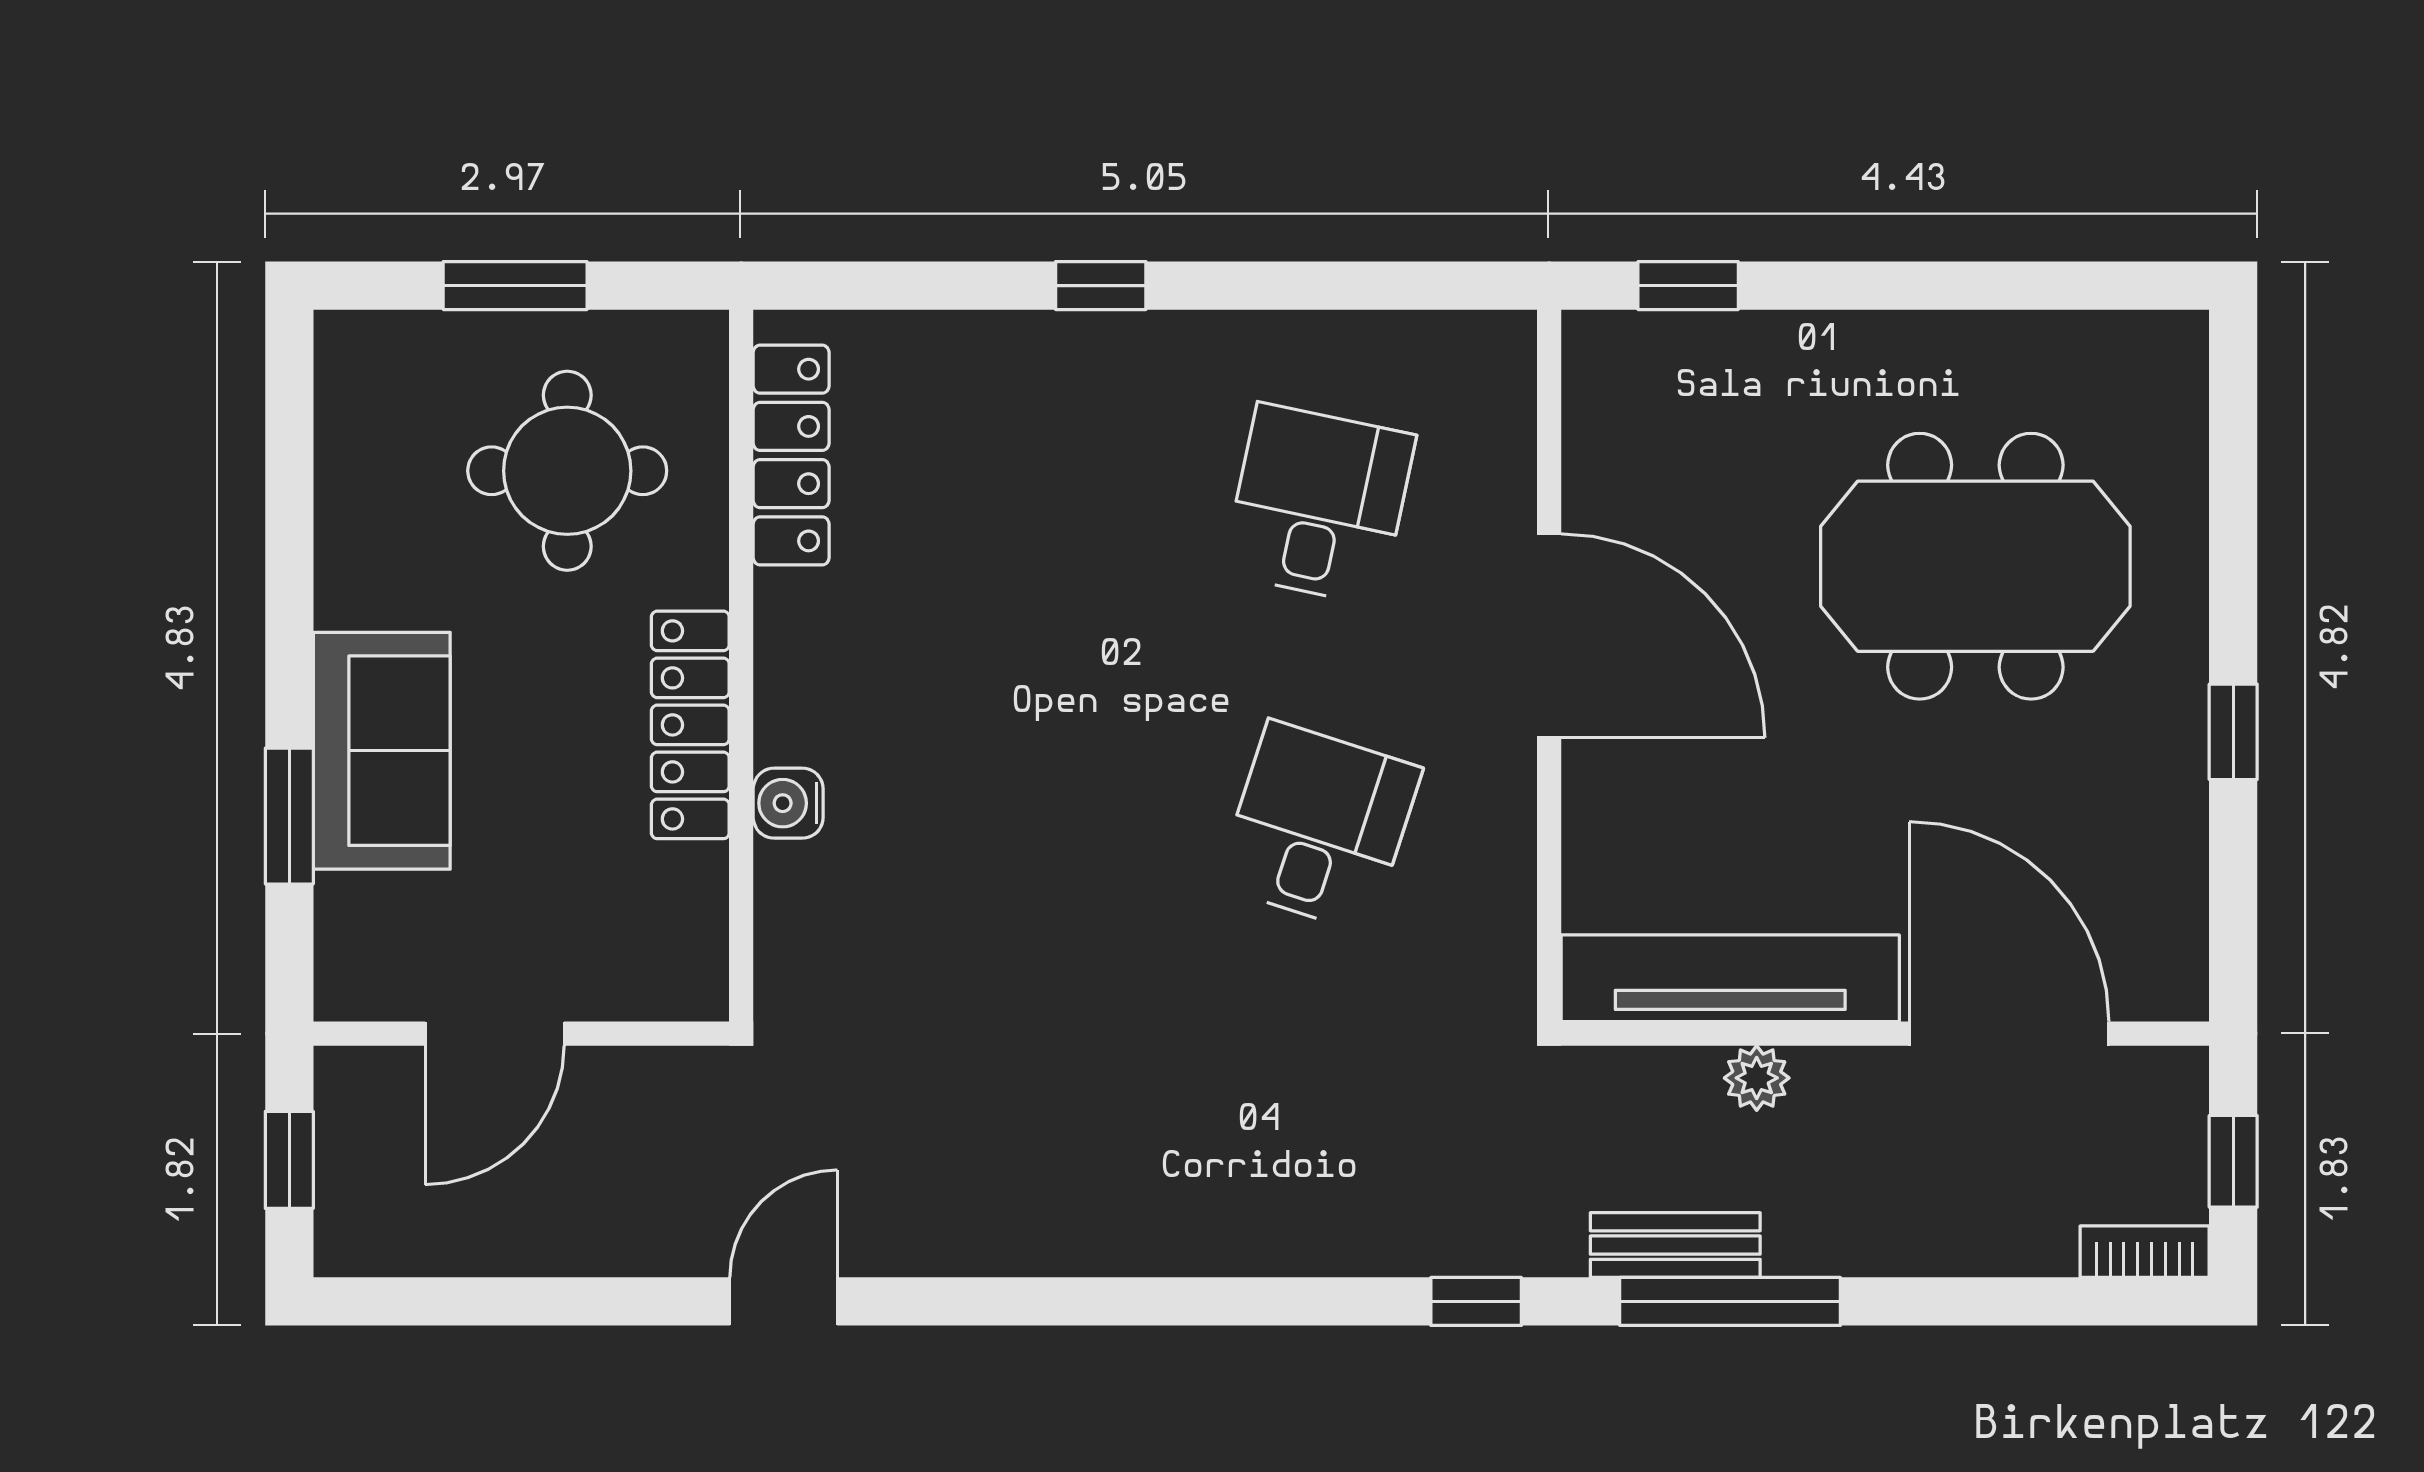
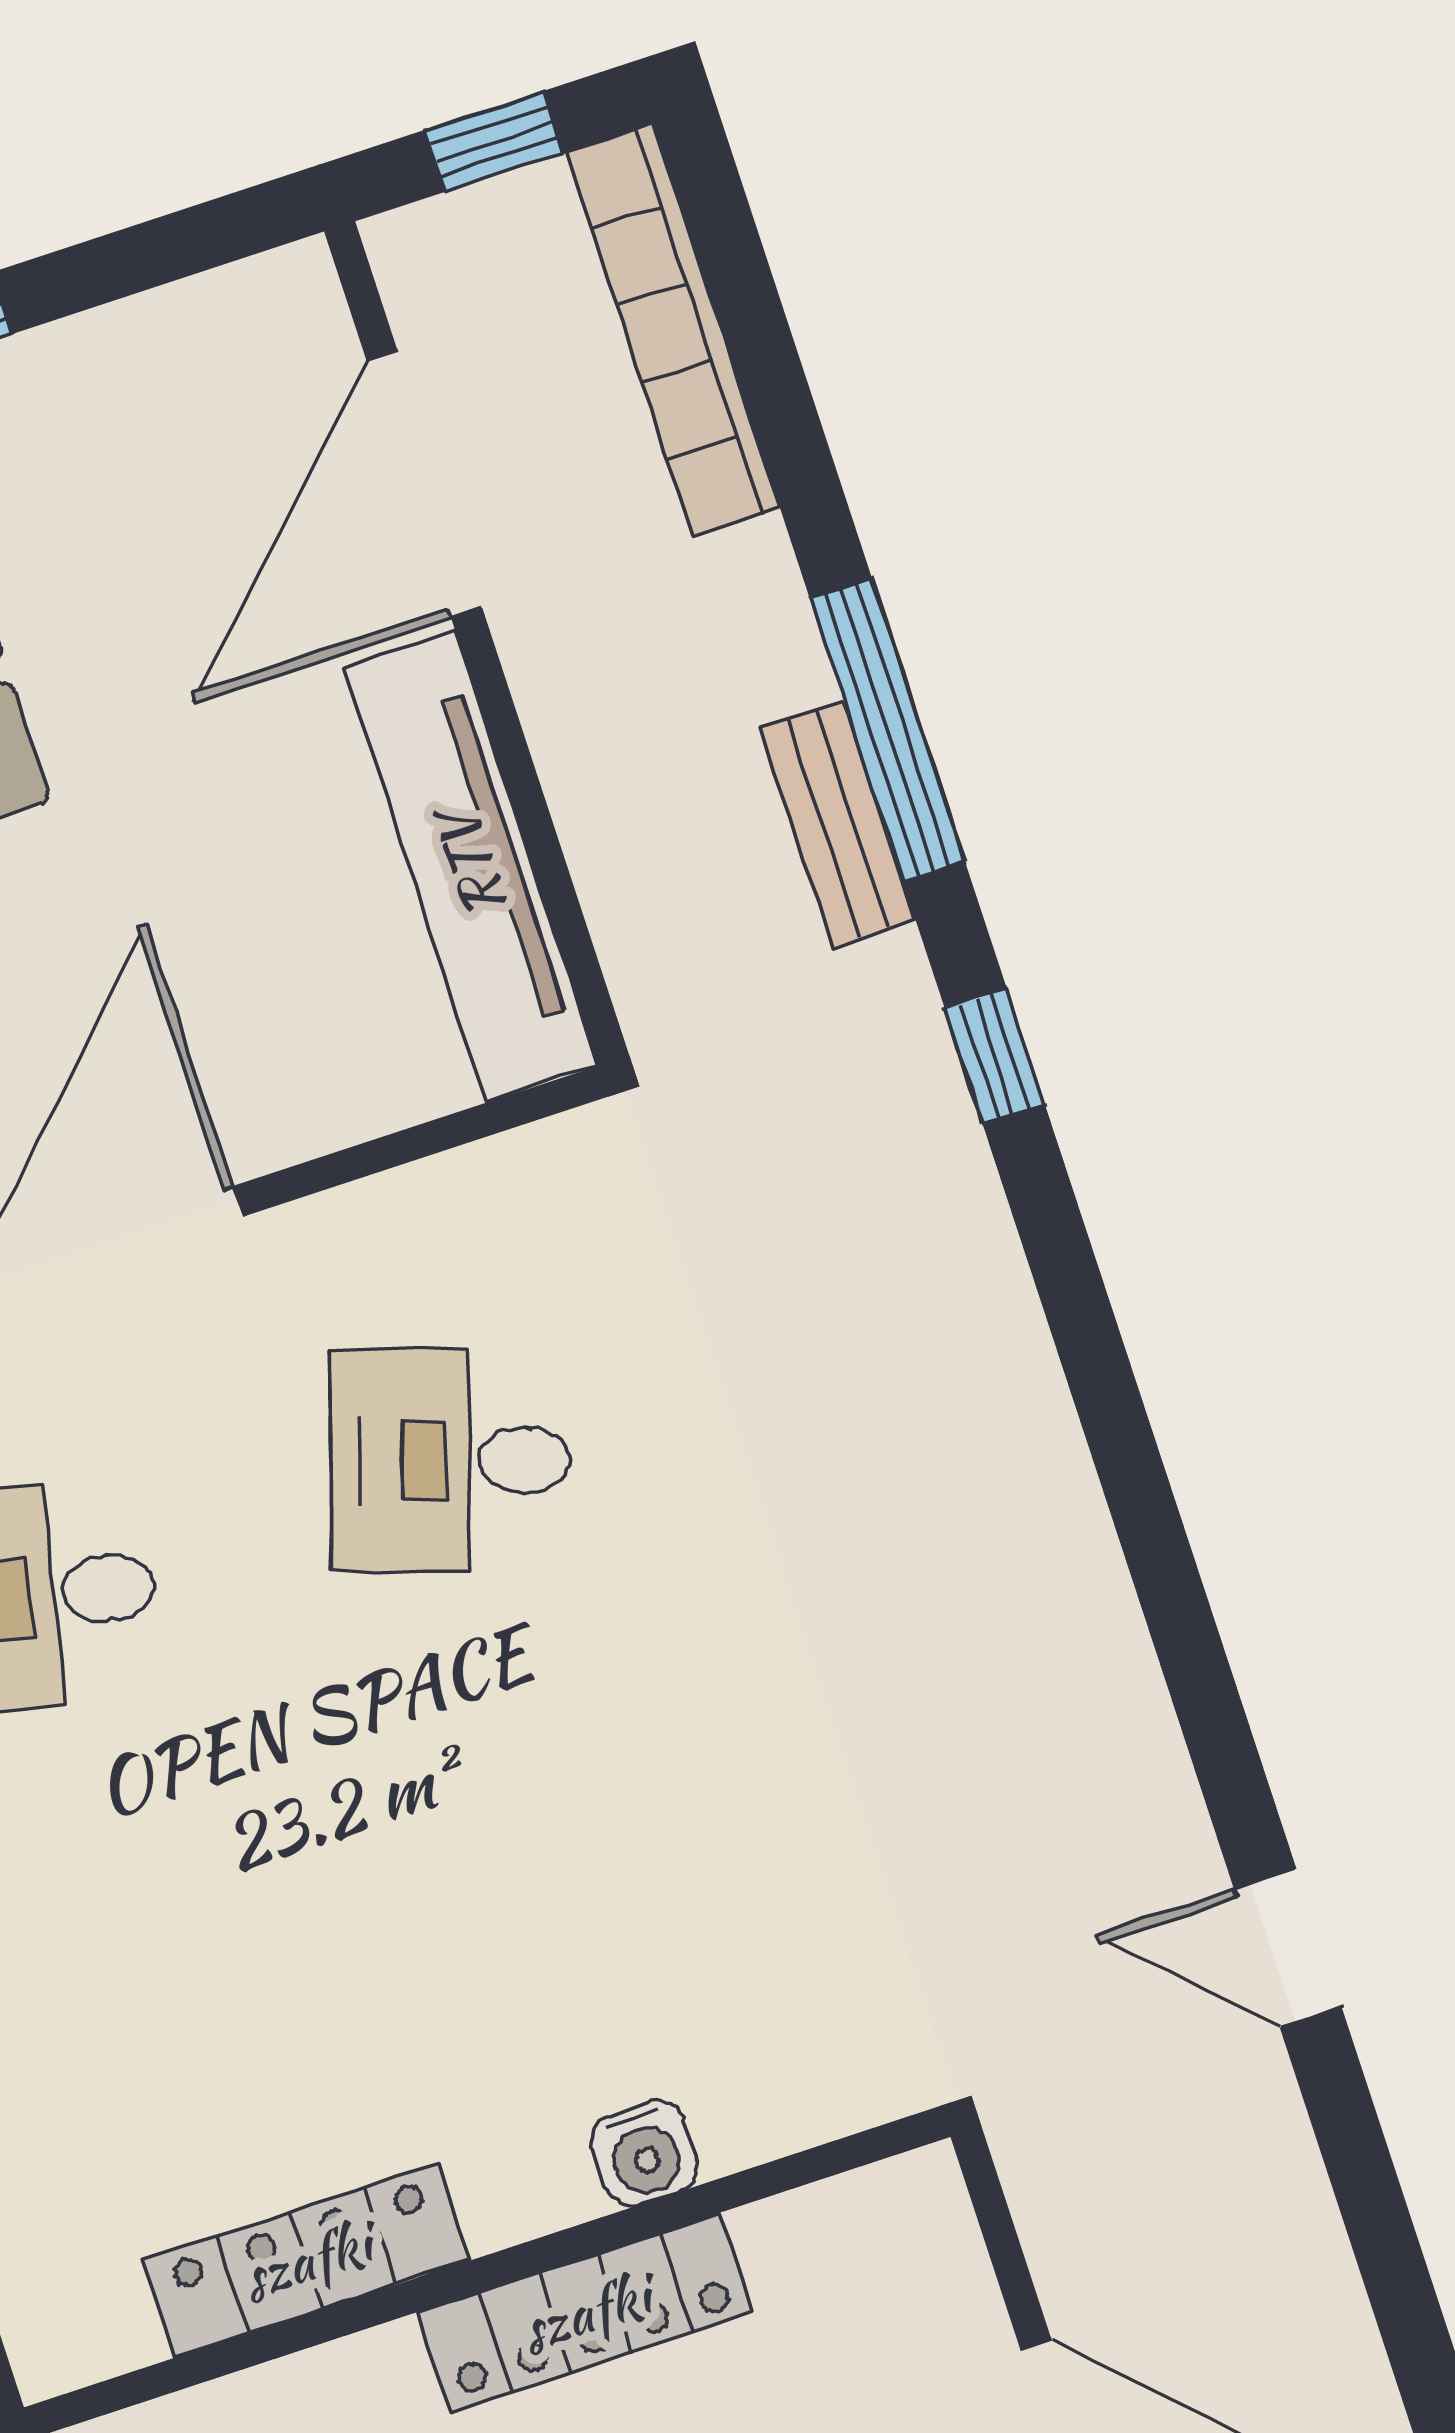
locker: (791, 455) -> (306, 2260), moved
plant: (1757, 1078) -> (588, 790), removed
bookcase: (2145, 1252) -> (673, 330), width x2.31, depth x1.31

